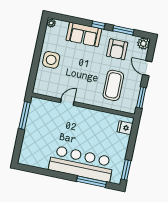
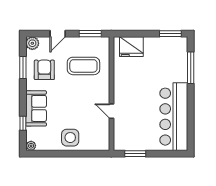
window: (98, 25) -> (23, 123), moved
armchair: (117, 49) -> (44, 70), turned -90
window: (24, 115) -> (135, 154), width x0.69
fridge: (125, 128) -> (131, 47), width x1.88, depth x1.34
bar counter: (81, 164) -> (174, 117), moved

